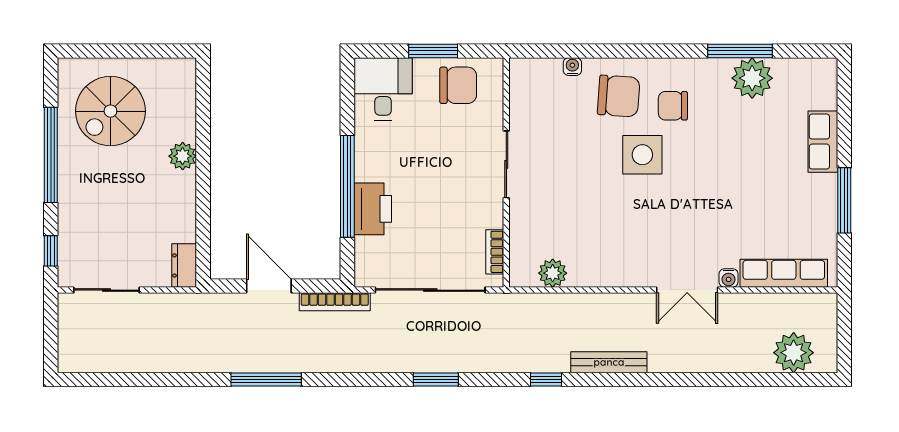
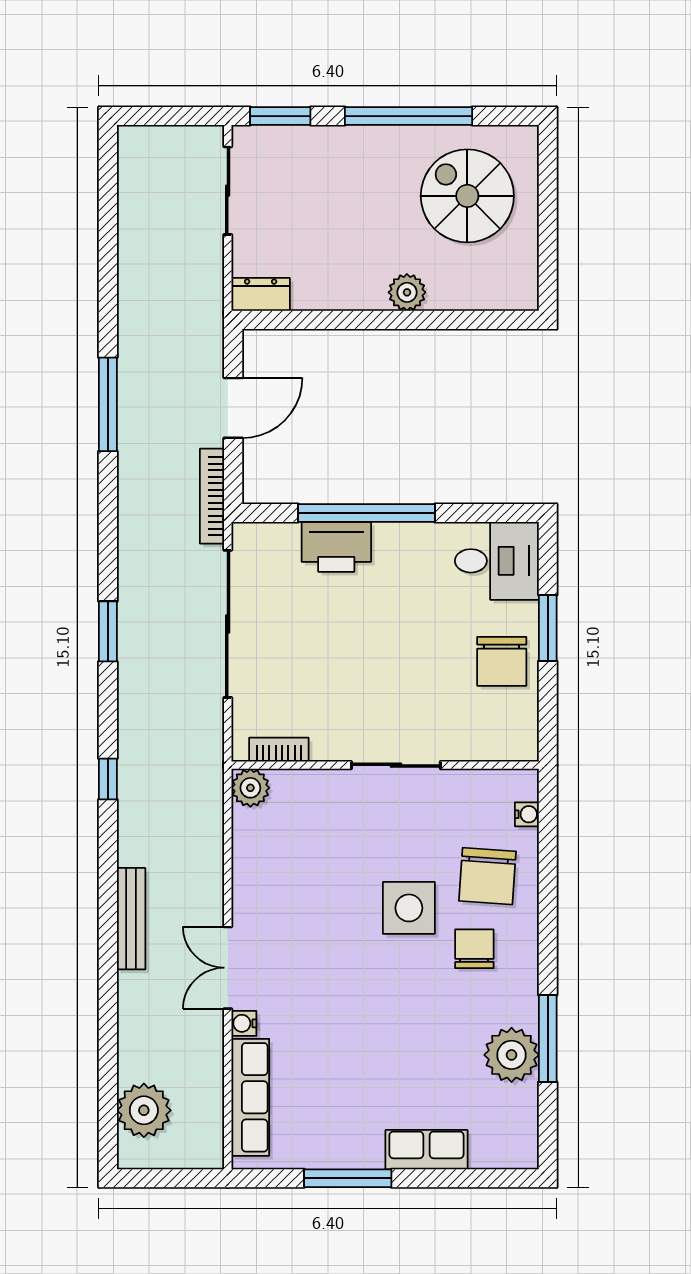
sliding door: (506, 164) -> (396, 765), moved
wall: (506, 172) -> (385, 765), moved
window: (51, 251) -> (280, 116), width x1.50
bookcase: (495, 252) -> (279, 750), moved
bench: (609, 362) -> (131, 919), moved

